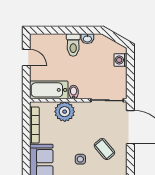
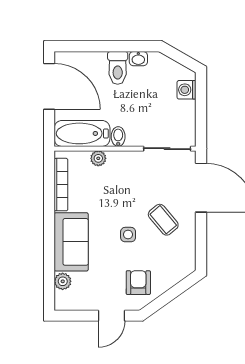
door: (26, 58) -> (49, 86), width x1.87
plant: (65, 112) -> (98, 158), width x0.53, depth x0.53

